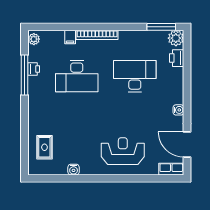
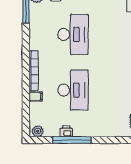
desk: (135, 76) -> (73, 35), turned 180

